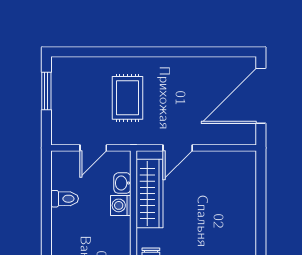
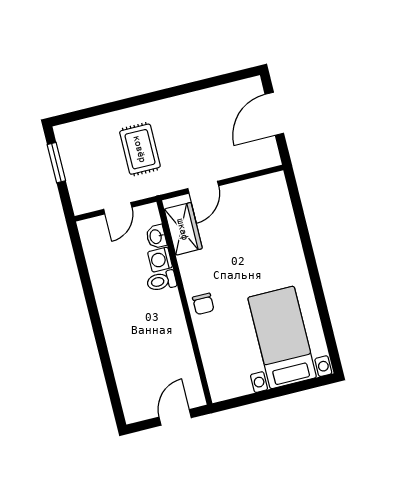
door: (261, 96) -> (274, 114), width x0.73
wardrobe: (150, 194) -> (183, 229), width x0.67
toilet: (65, 199) -> (162, 281), moved, turned 180

